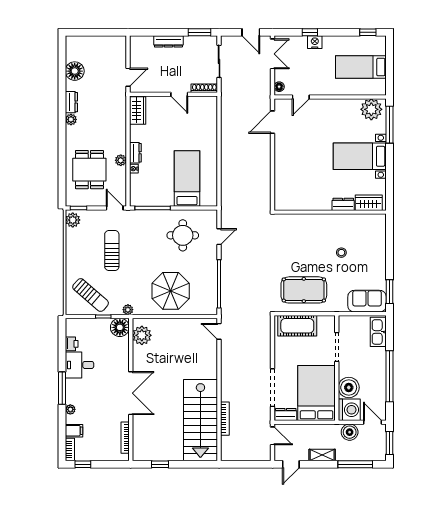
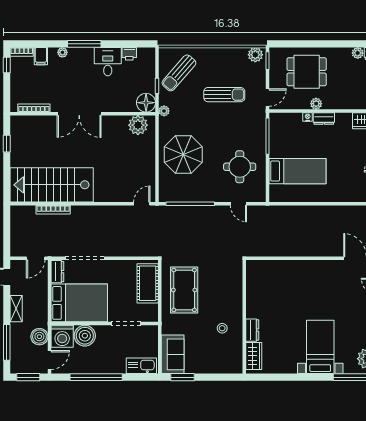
wardrobe: (369, 203) -> (254, 356), moved
dresser: (343, 204) -> (252, 330), moved
wall: (330, 212) -> (244, 317), moved

